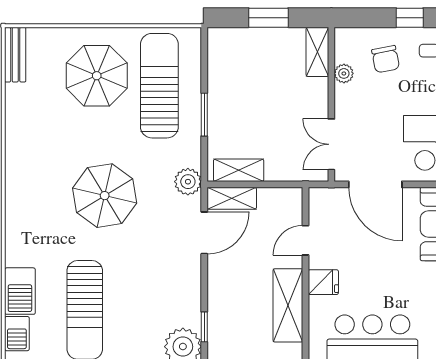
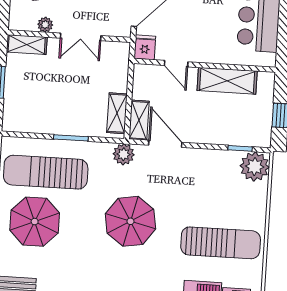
double door: (331, 144) -> (81, 37), moved
fridge: (323, 282) -> (145, 47), moved

